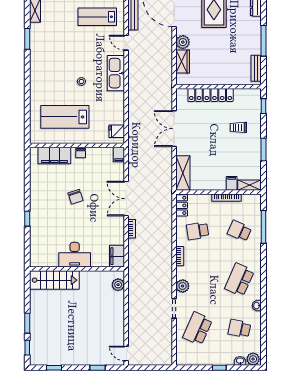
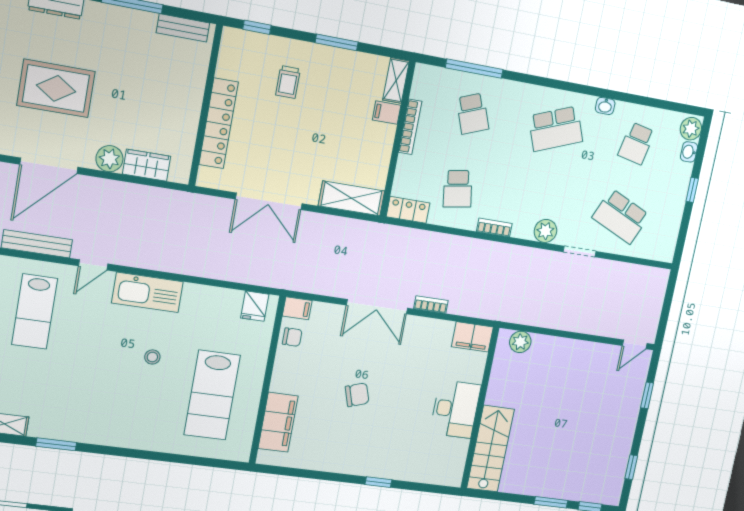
chair: (81, 153) -> (292, 337), moved
school desk: (239, 231) -> (473, 114), turned -45
school desk: (239, 280) -> (556, 129), turned -45

